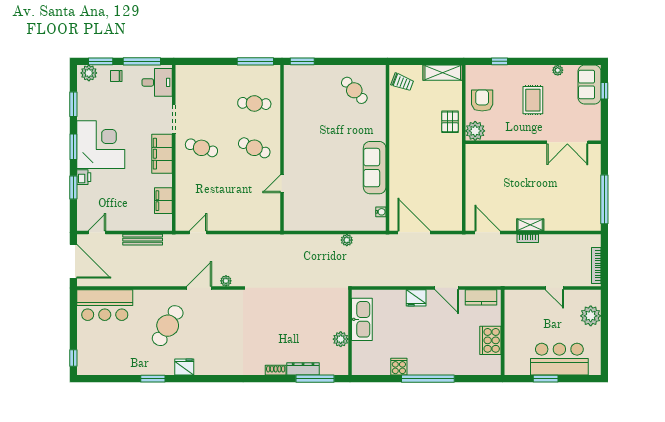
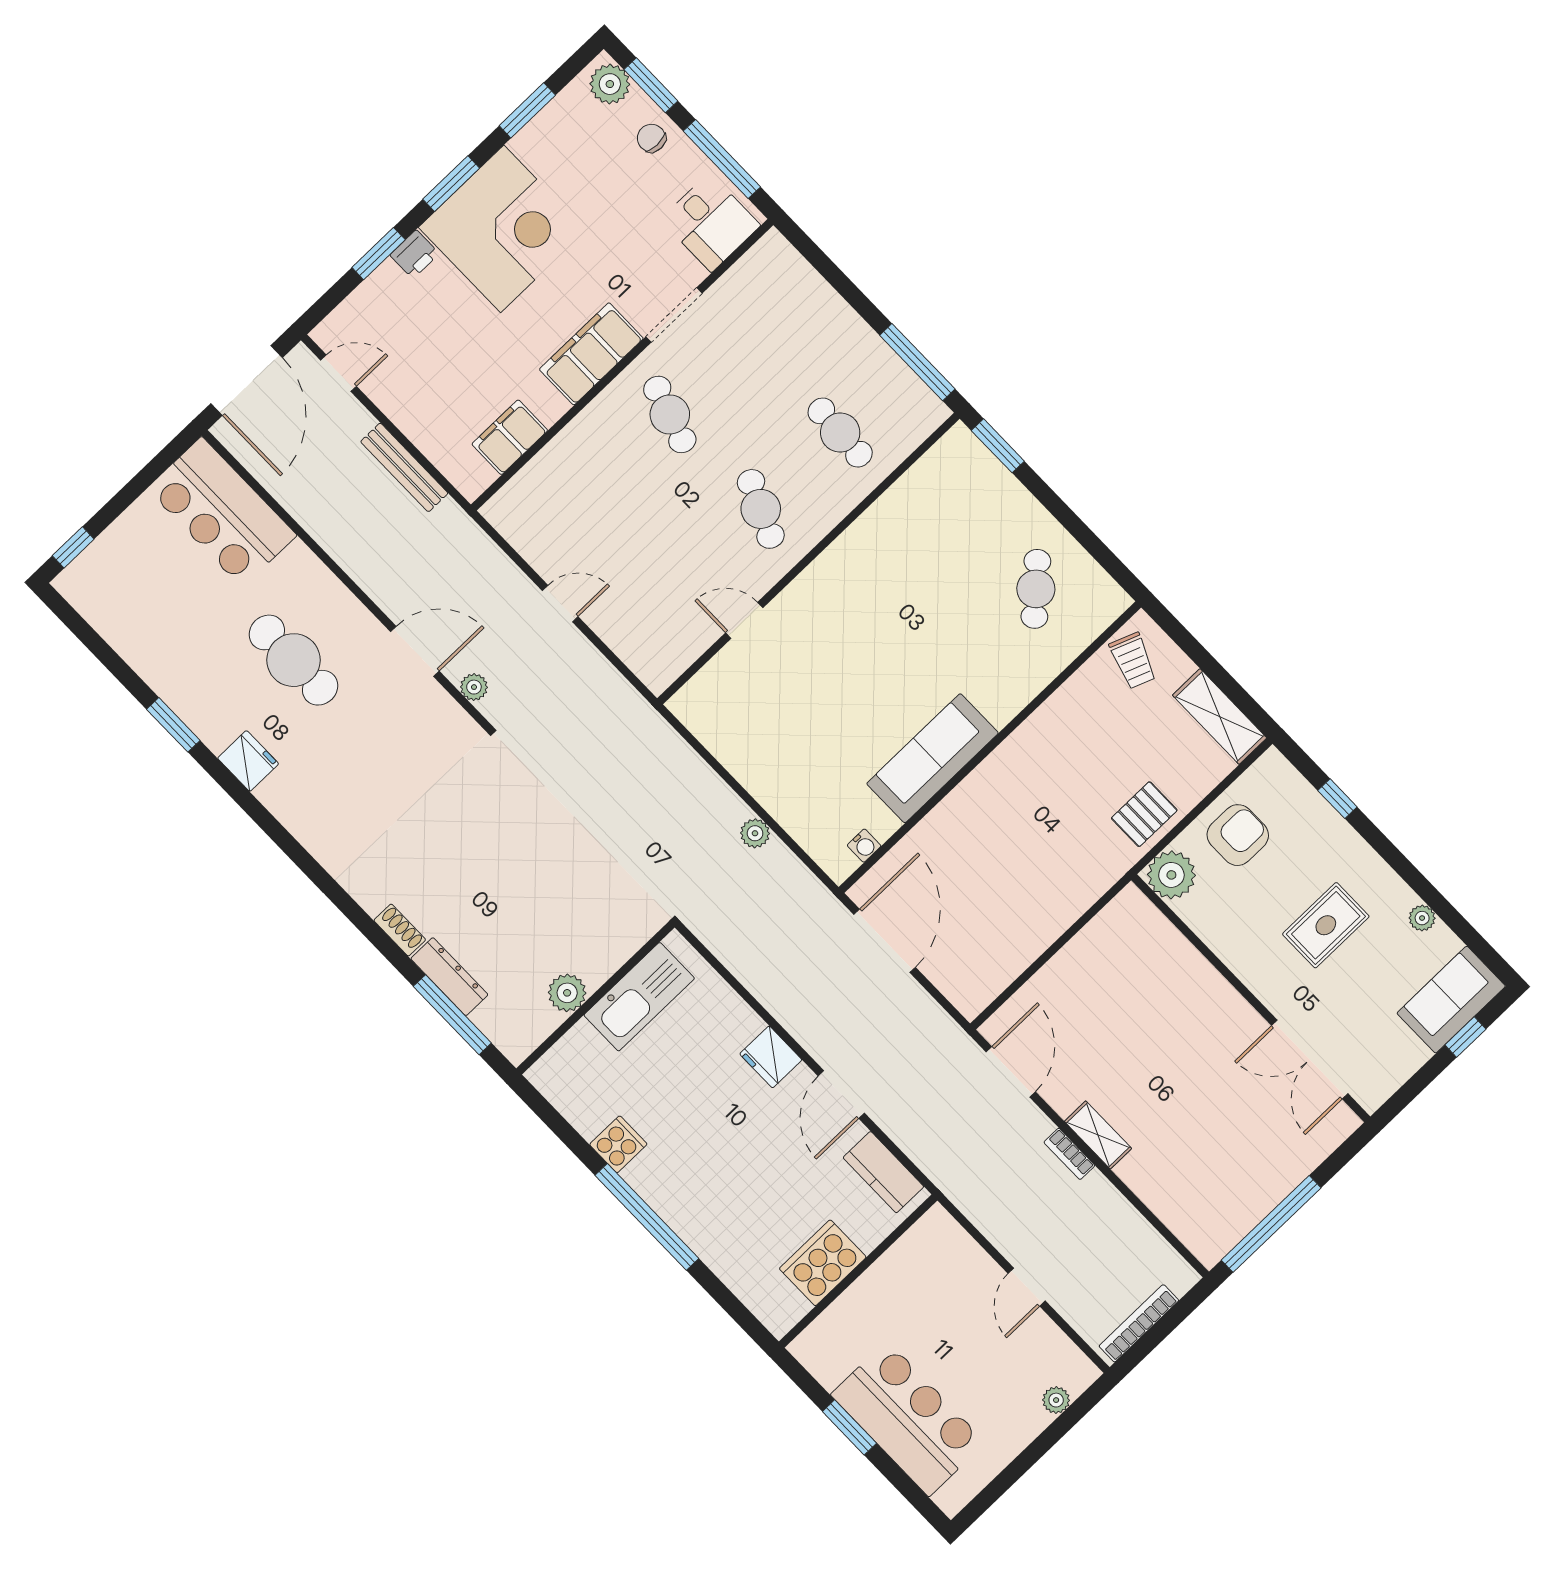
door: (198, 232) -> (560, 604), moved
plant: (591, 316) -> (1056, 1400), width x0.53, depth x0.53
cafe table: (168, 326) -> (293, 660), turned 59

